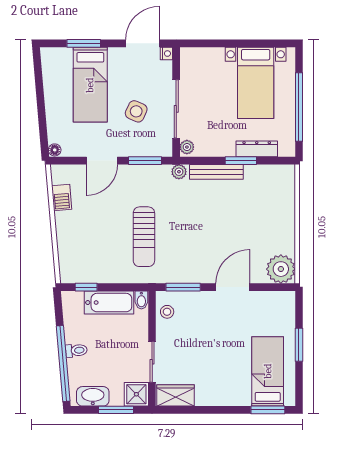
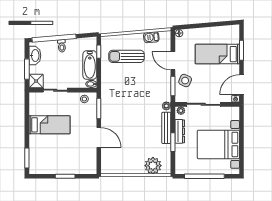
door: (143, 43) -> (241, 85), swing flipped
bed with nightstands: (256, 83) -> (218, 144), width x1.36
side table: (136, 111) -> (185, 81), moved
dresser: (257, 149) -> (180, 131), moved
sun lounger: (144, 237) -> (126, 56), moved
plant: (281, 269) -> (153, 166), moved
bed: (268, 371) -> (49, 125), moved
wardrobe: (175, 395) -> (35, 104), removed

